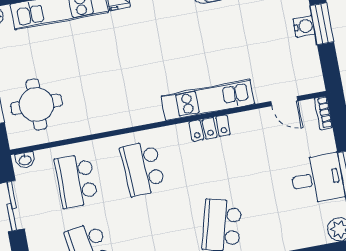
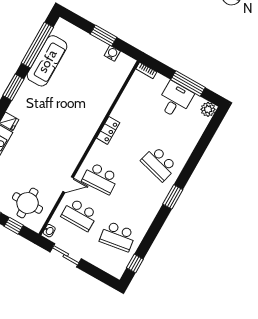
water cooler: (304, 26) -> (112, 53), moved
kitchen unit: (208, 100) -> (94, 120), removed
door: (284, 101) -> (68, 185), moved

